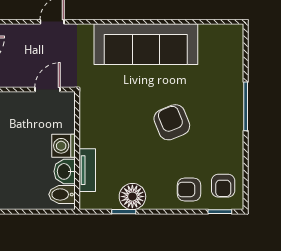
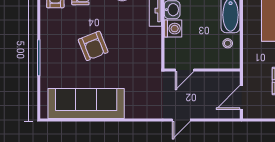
sofa: (146, 44) -> (86, 103), moved

